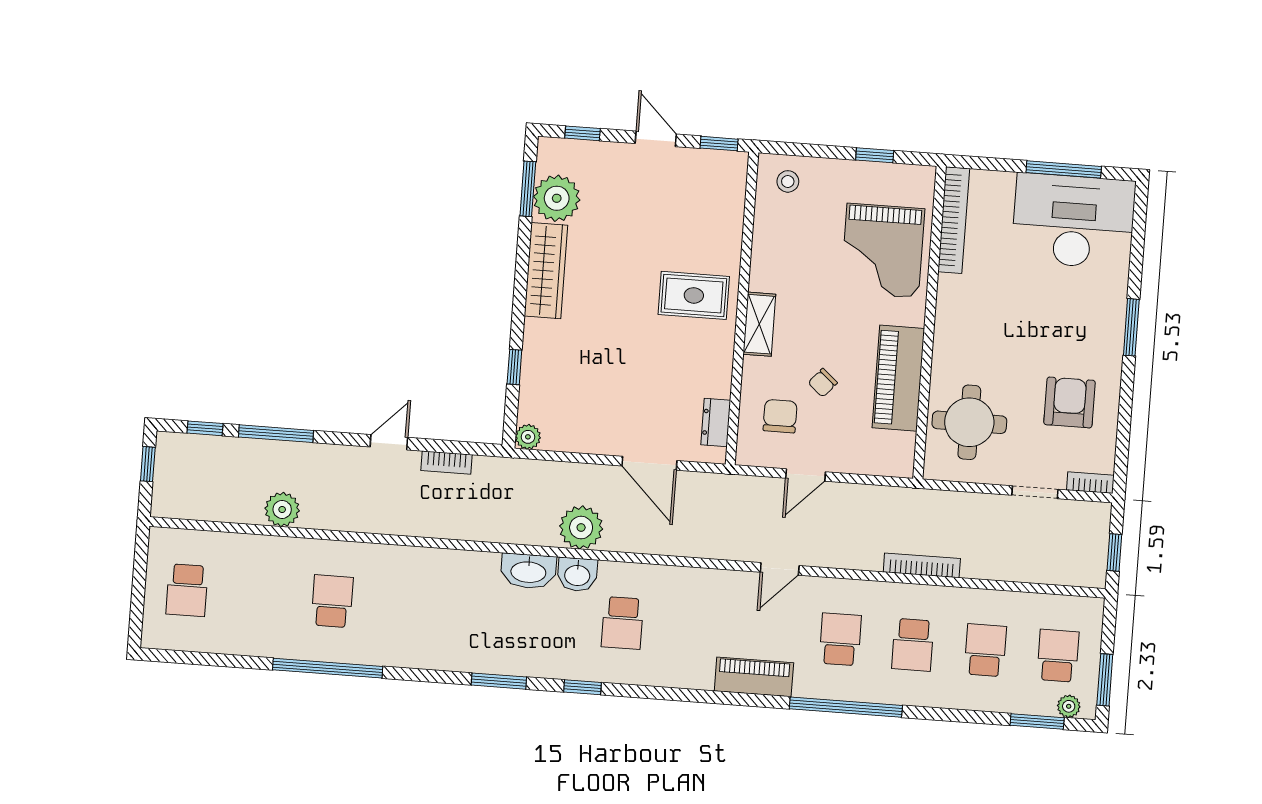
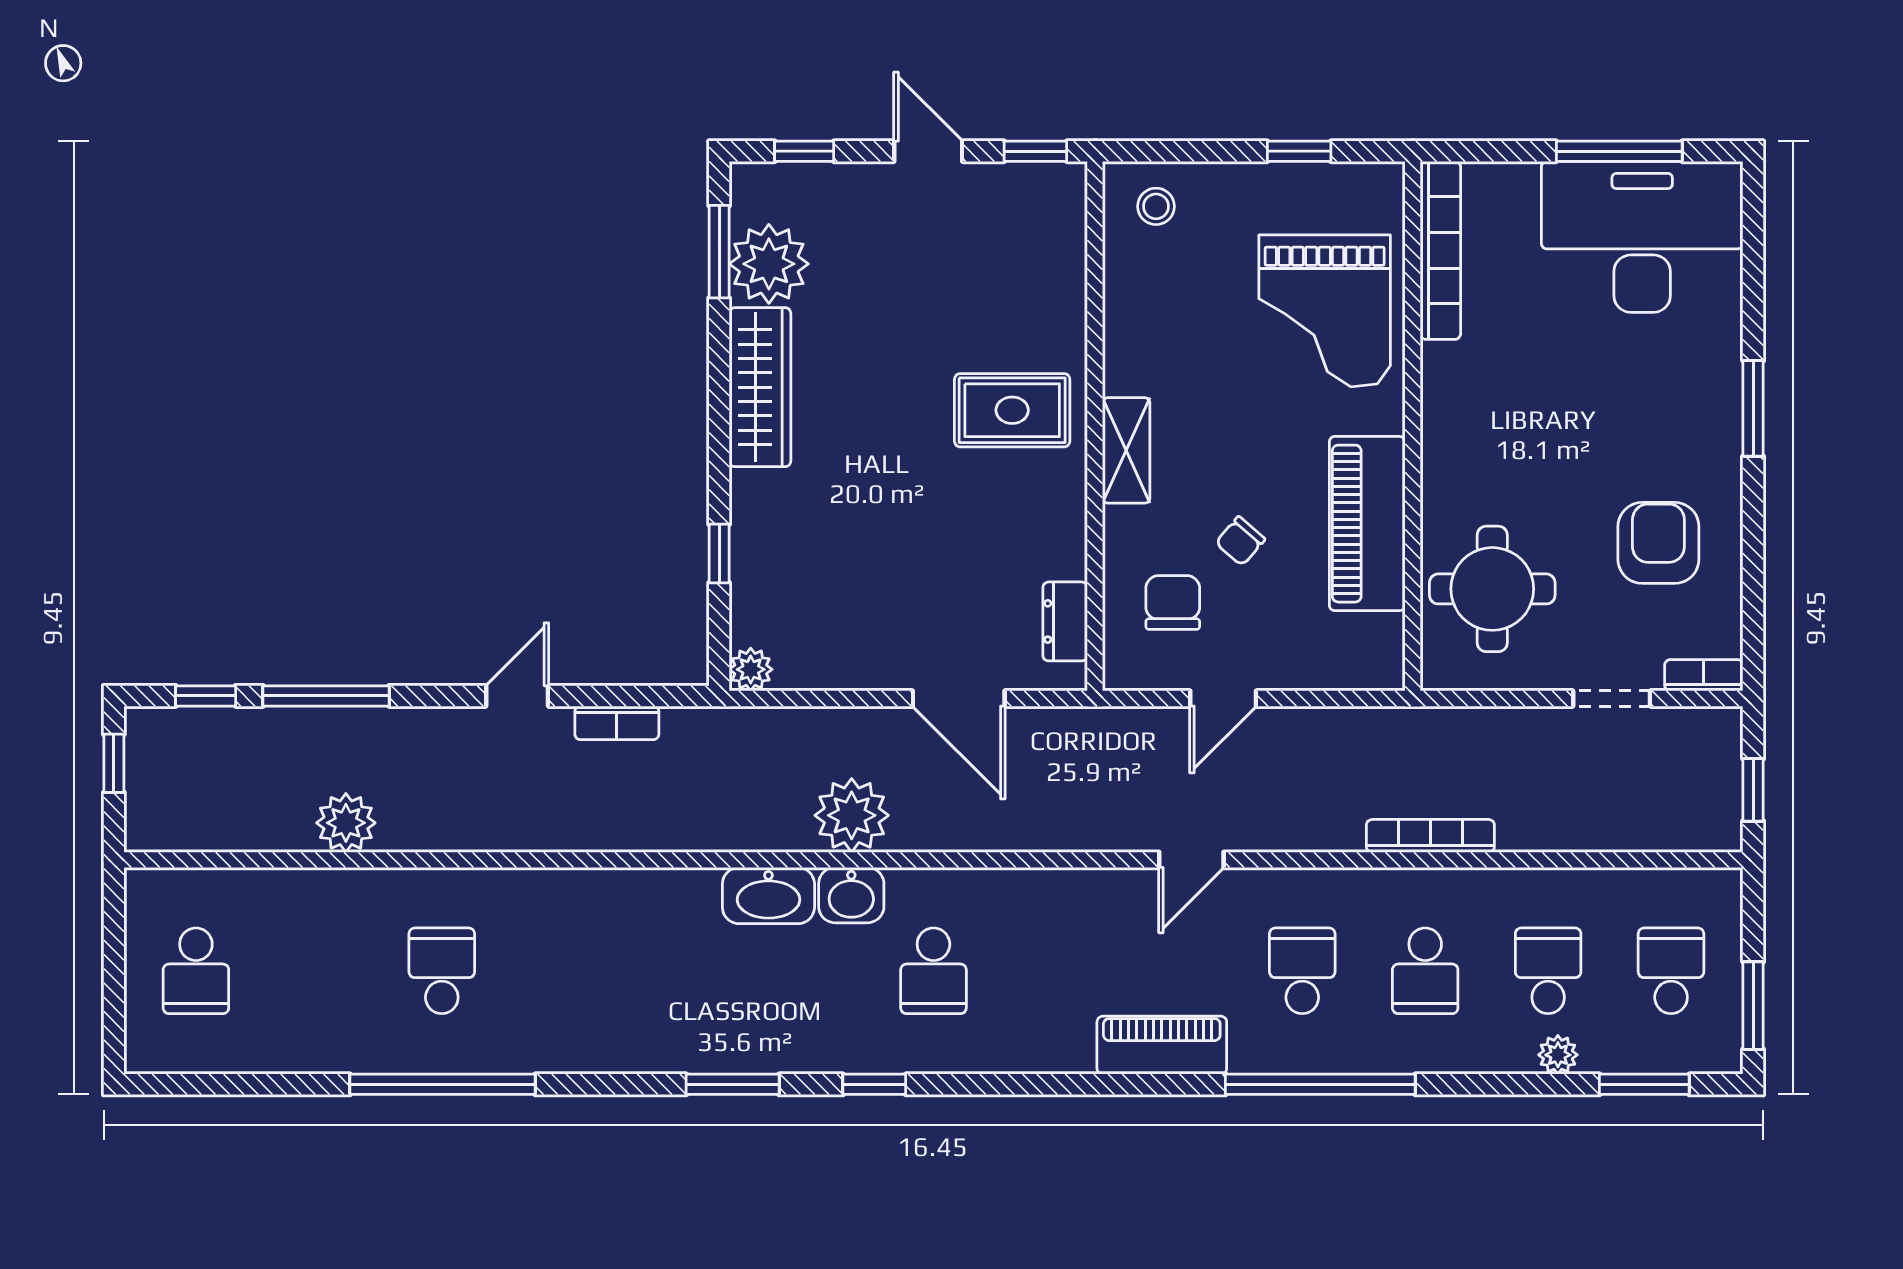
plant: (1069, 706) -> (1558, 1055), moved

